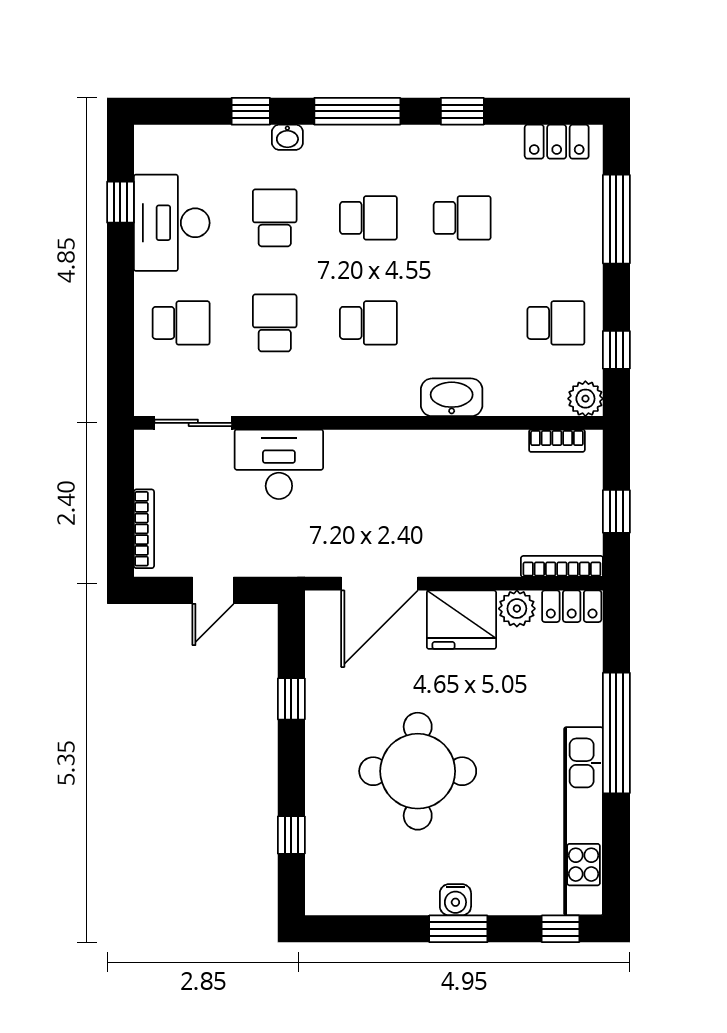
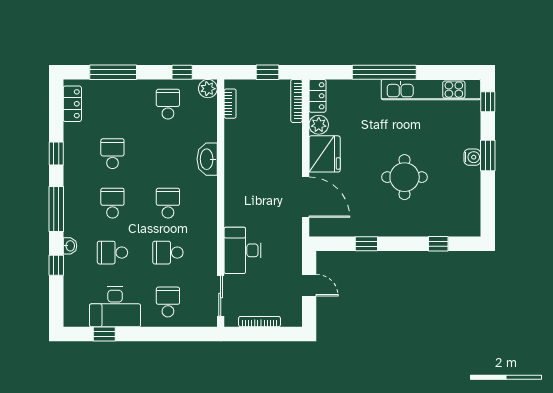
bookcase: (144, 529) -> (260, 322), moved
round table: (418, 771) -> (405, 177), width x0.73, depth x0.73

